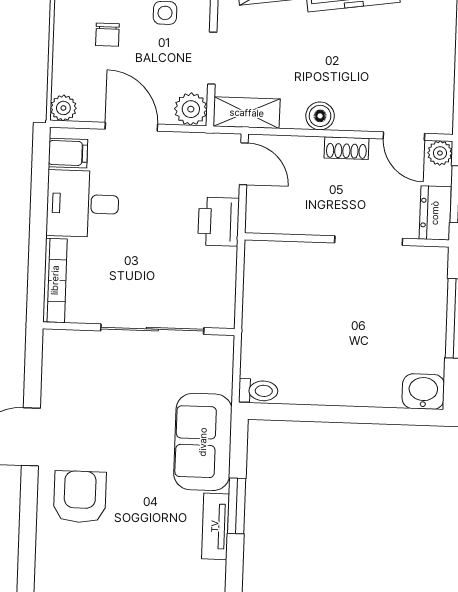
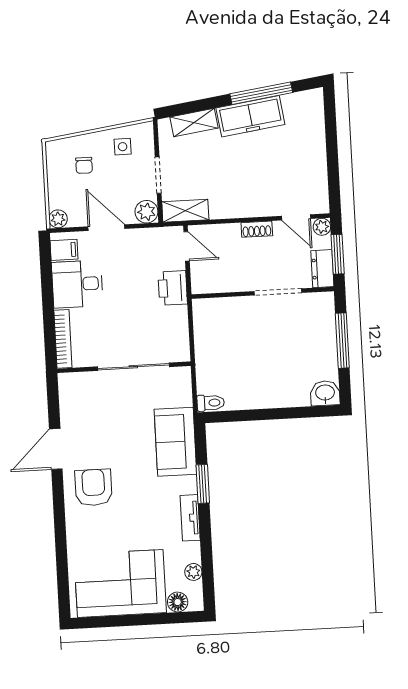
boiler: (320, 116) -> (236, 208), removed
tv unit: (215, 526) -> (190, 518), moved

